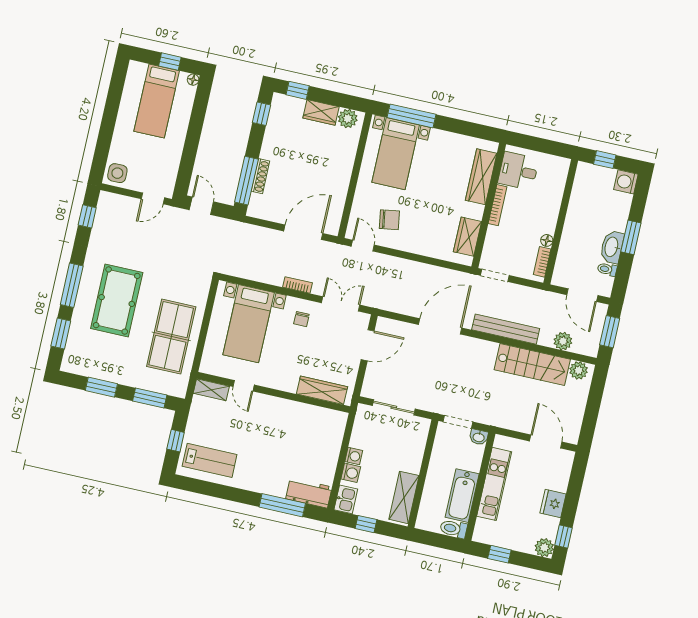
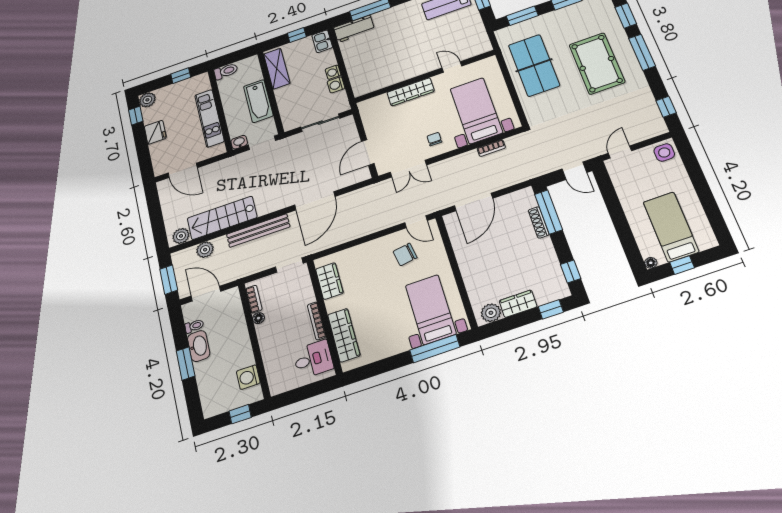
washing machine: (626, 182) -> (248, 377), moved, turned 180
bookcase: (298, 285) -> (491, 148), moved
shelving: (211, 390) -> (476, 49), removed
wardrobe: (322, 390) -> (411, 92), moved
washing machine: (351, 473) -> (336, 85), moved
bathtub: (462, 496) -> (258, 101), moved, turned 180

